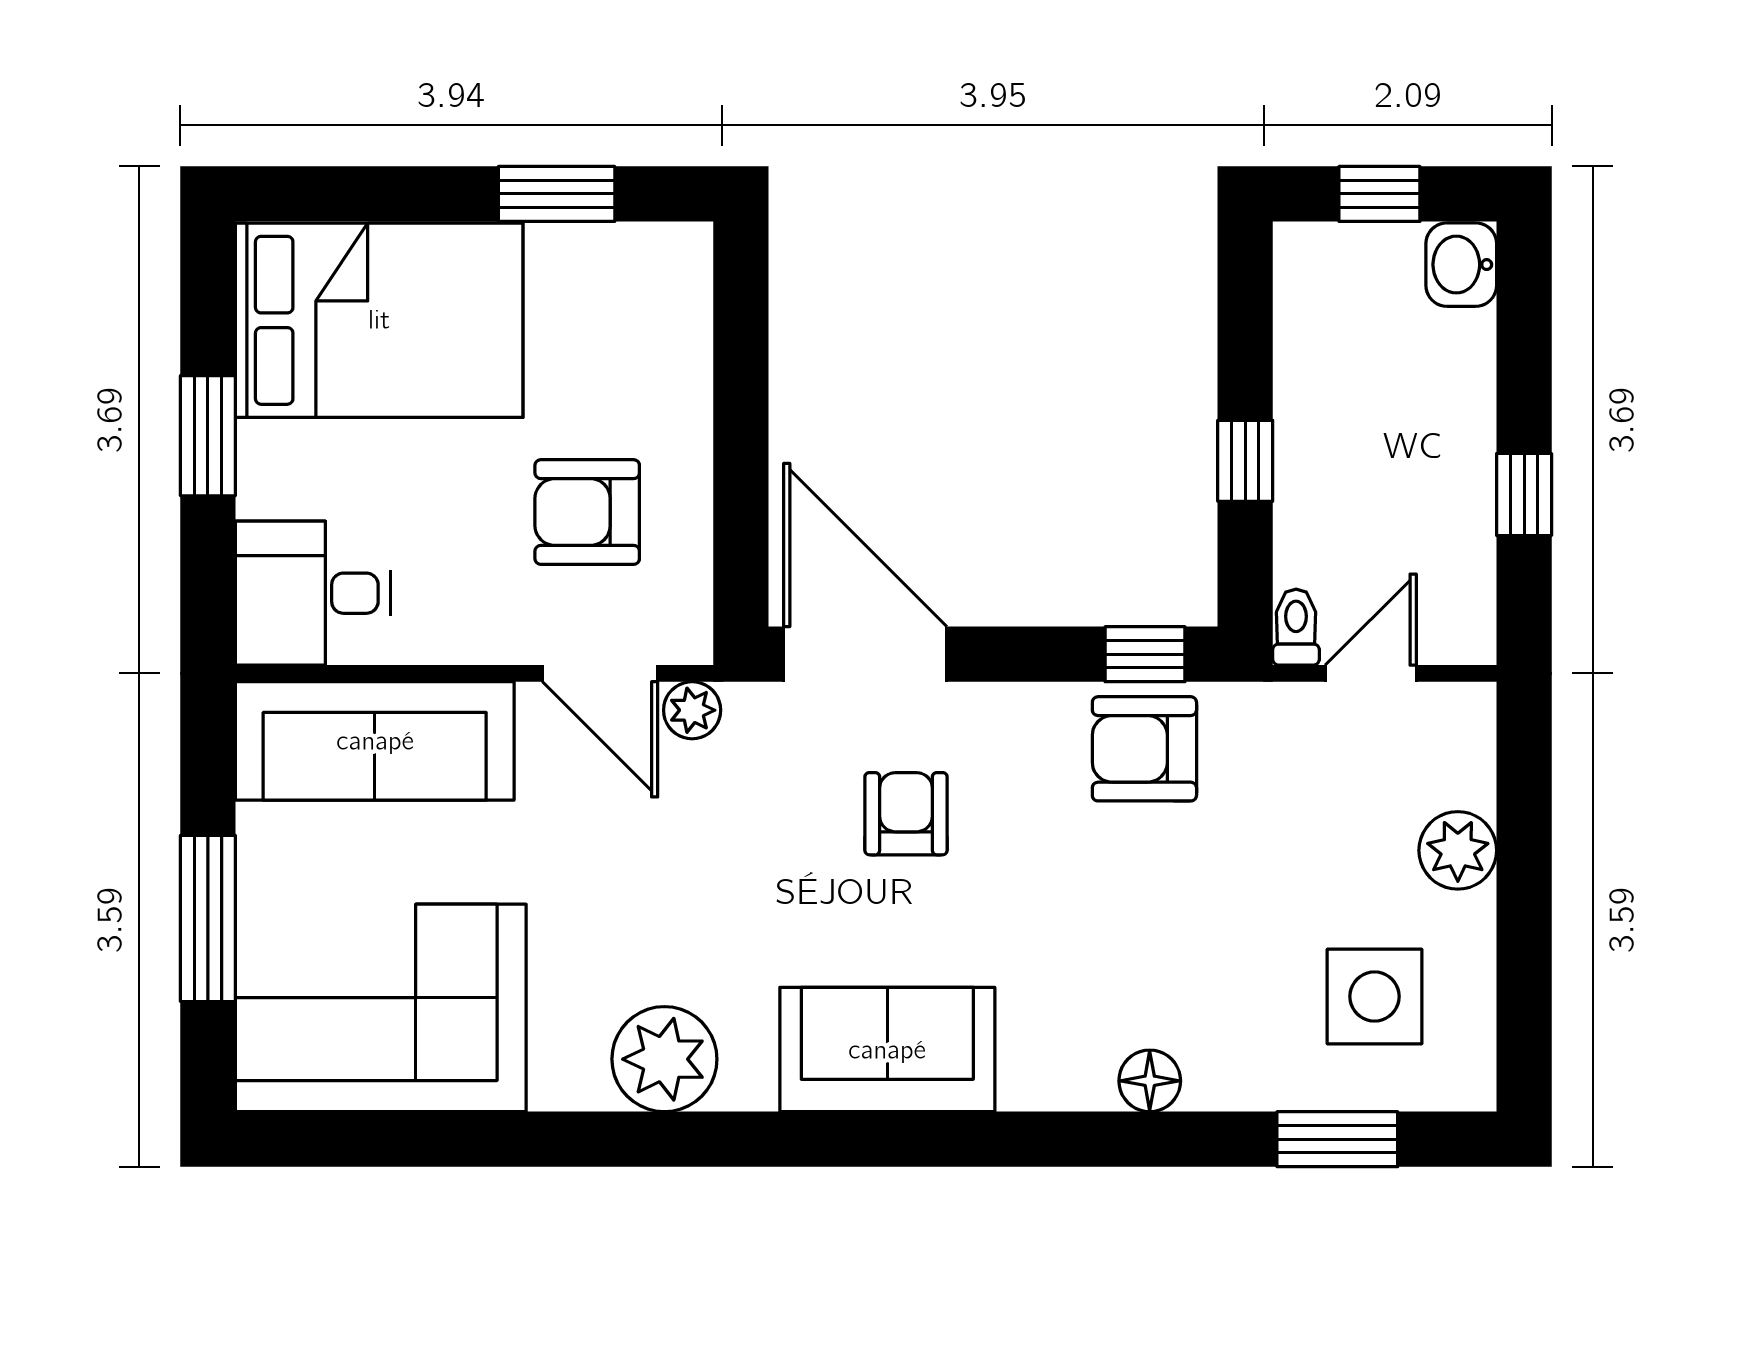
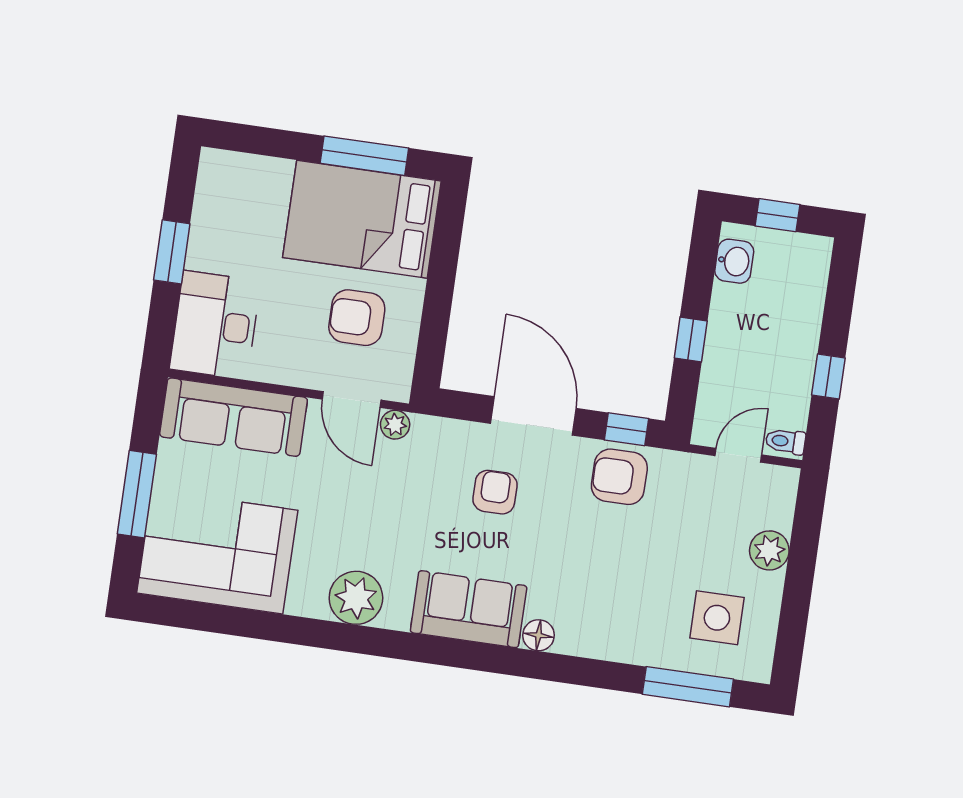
window: (557, 194) -> (364, 156), width x1.44
washbasin: (1461, 265) -> (734, 261), moved, turned 180
bed: (379, 320) -> (362, 219), moved, turned 180
desk: (313, 593) -> (215, 325), width x1.37
toilet: (1296, 627) -> (785, 441), moved, turned -90
door: (865, 654) -> (533, 416), moved
floor lamp: (1150, 1081) -> (538, 635), moved
window: (1337, 1139) -> (688, 687), width x1.44

